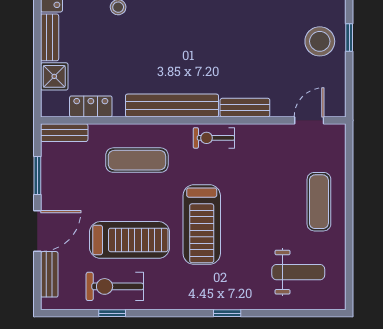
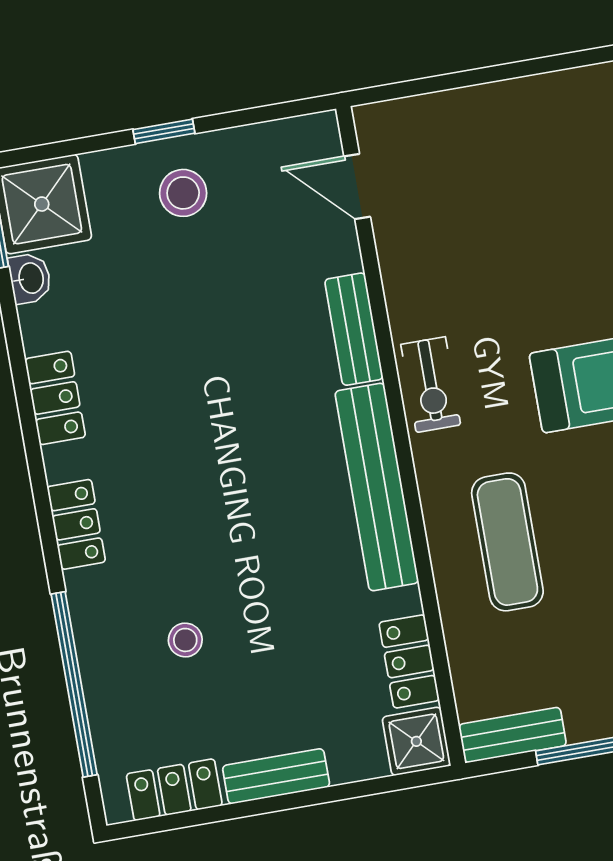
stool: (320, 41) -> (183, 193), width x0.73, depth x0.73
shower: (54, 76) -> (416, 741), moved
bench: (64, 133) -> (513, 735), moved, turned 90
exercise mat: (319, 202) -> (529, 135), removed

